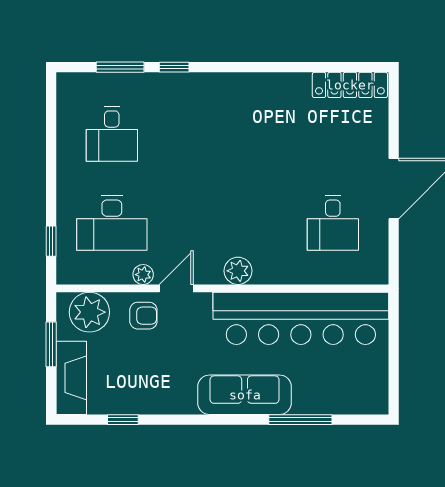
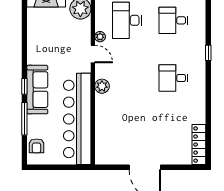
window: (120, 67) -> (208, 25), removed
desk: (333, 223) -> (173, 78), moved
armchair: (143, 316) -> (37, 146), moved
window: (123, 420) -> (24, 86), moved

